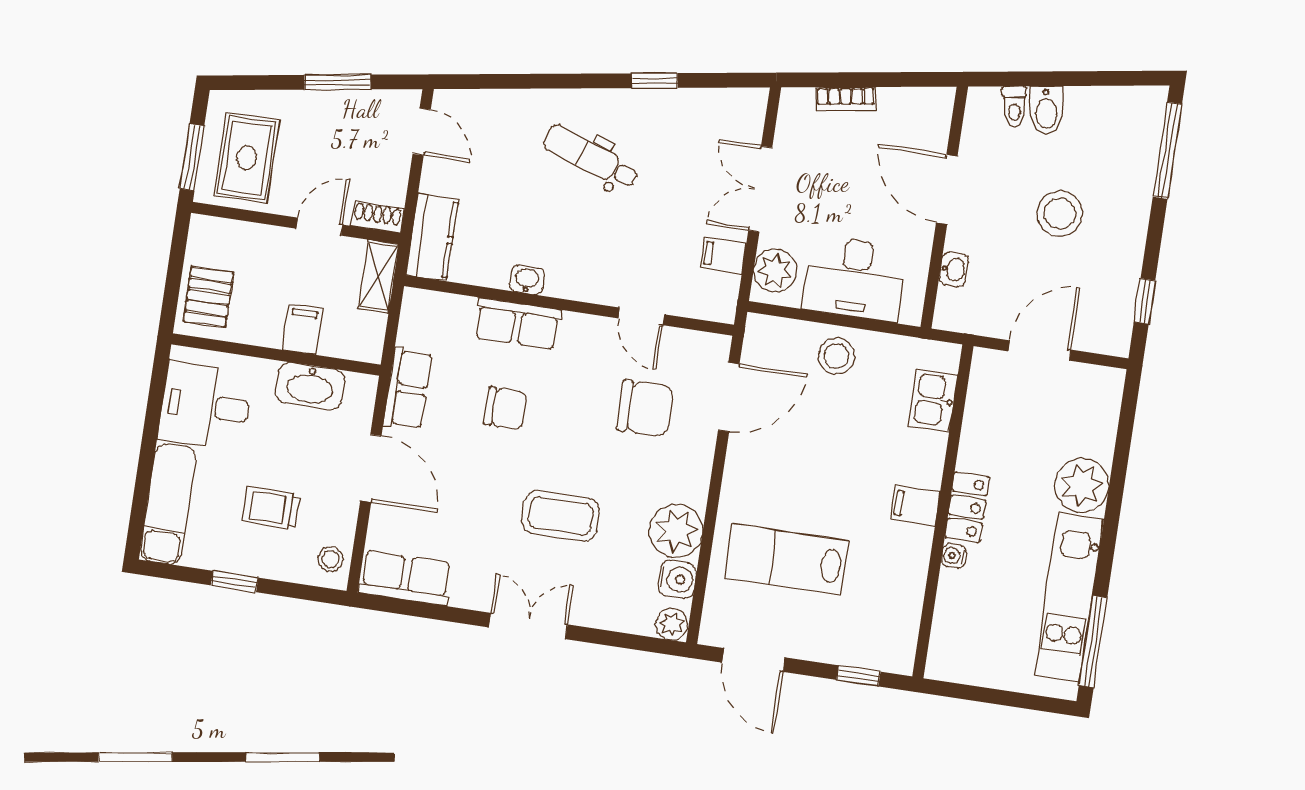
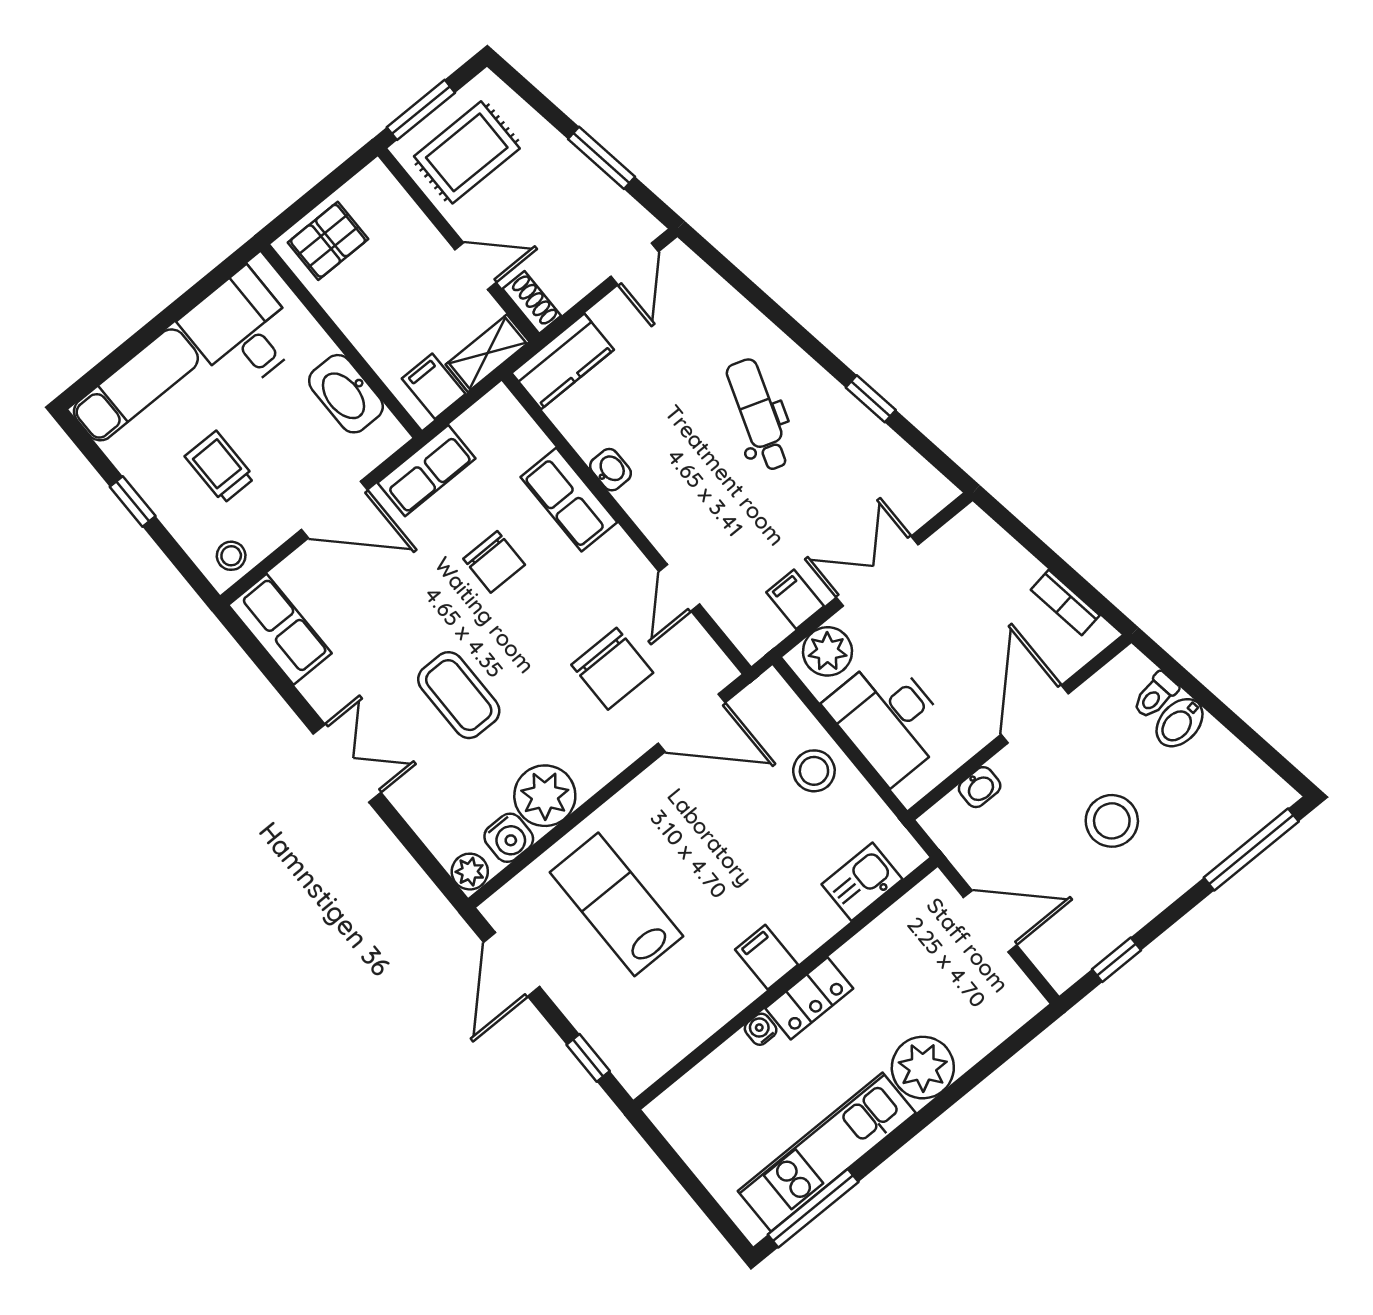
bookcase: (846, 99) -> (1065, 603), moved
filing cabinet: (302, 329) -> (434, 386), moved, turned -90
door: (371, 468) -> (334, 510), hinge flipped

